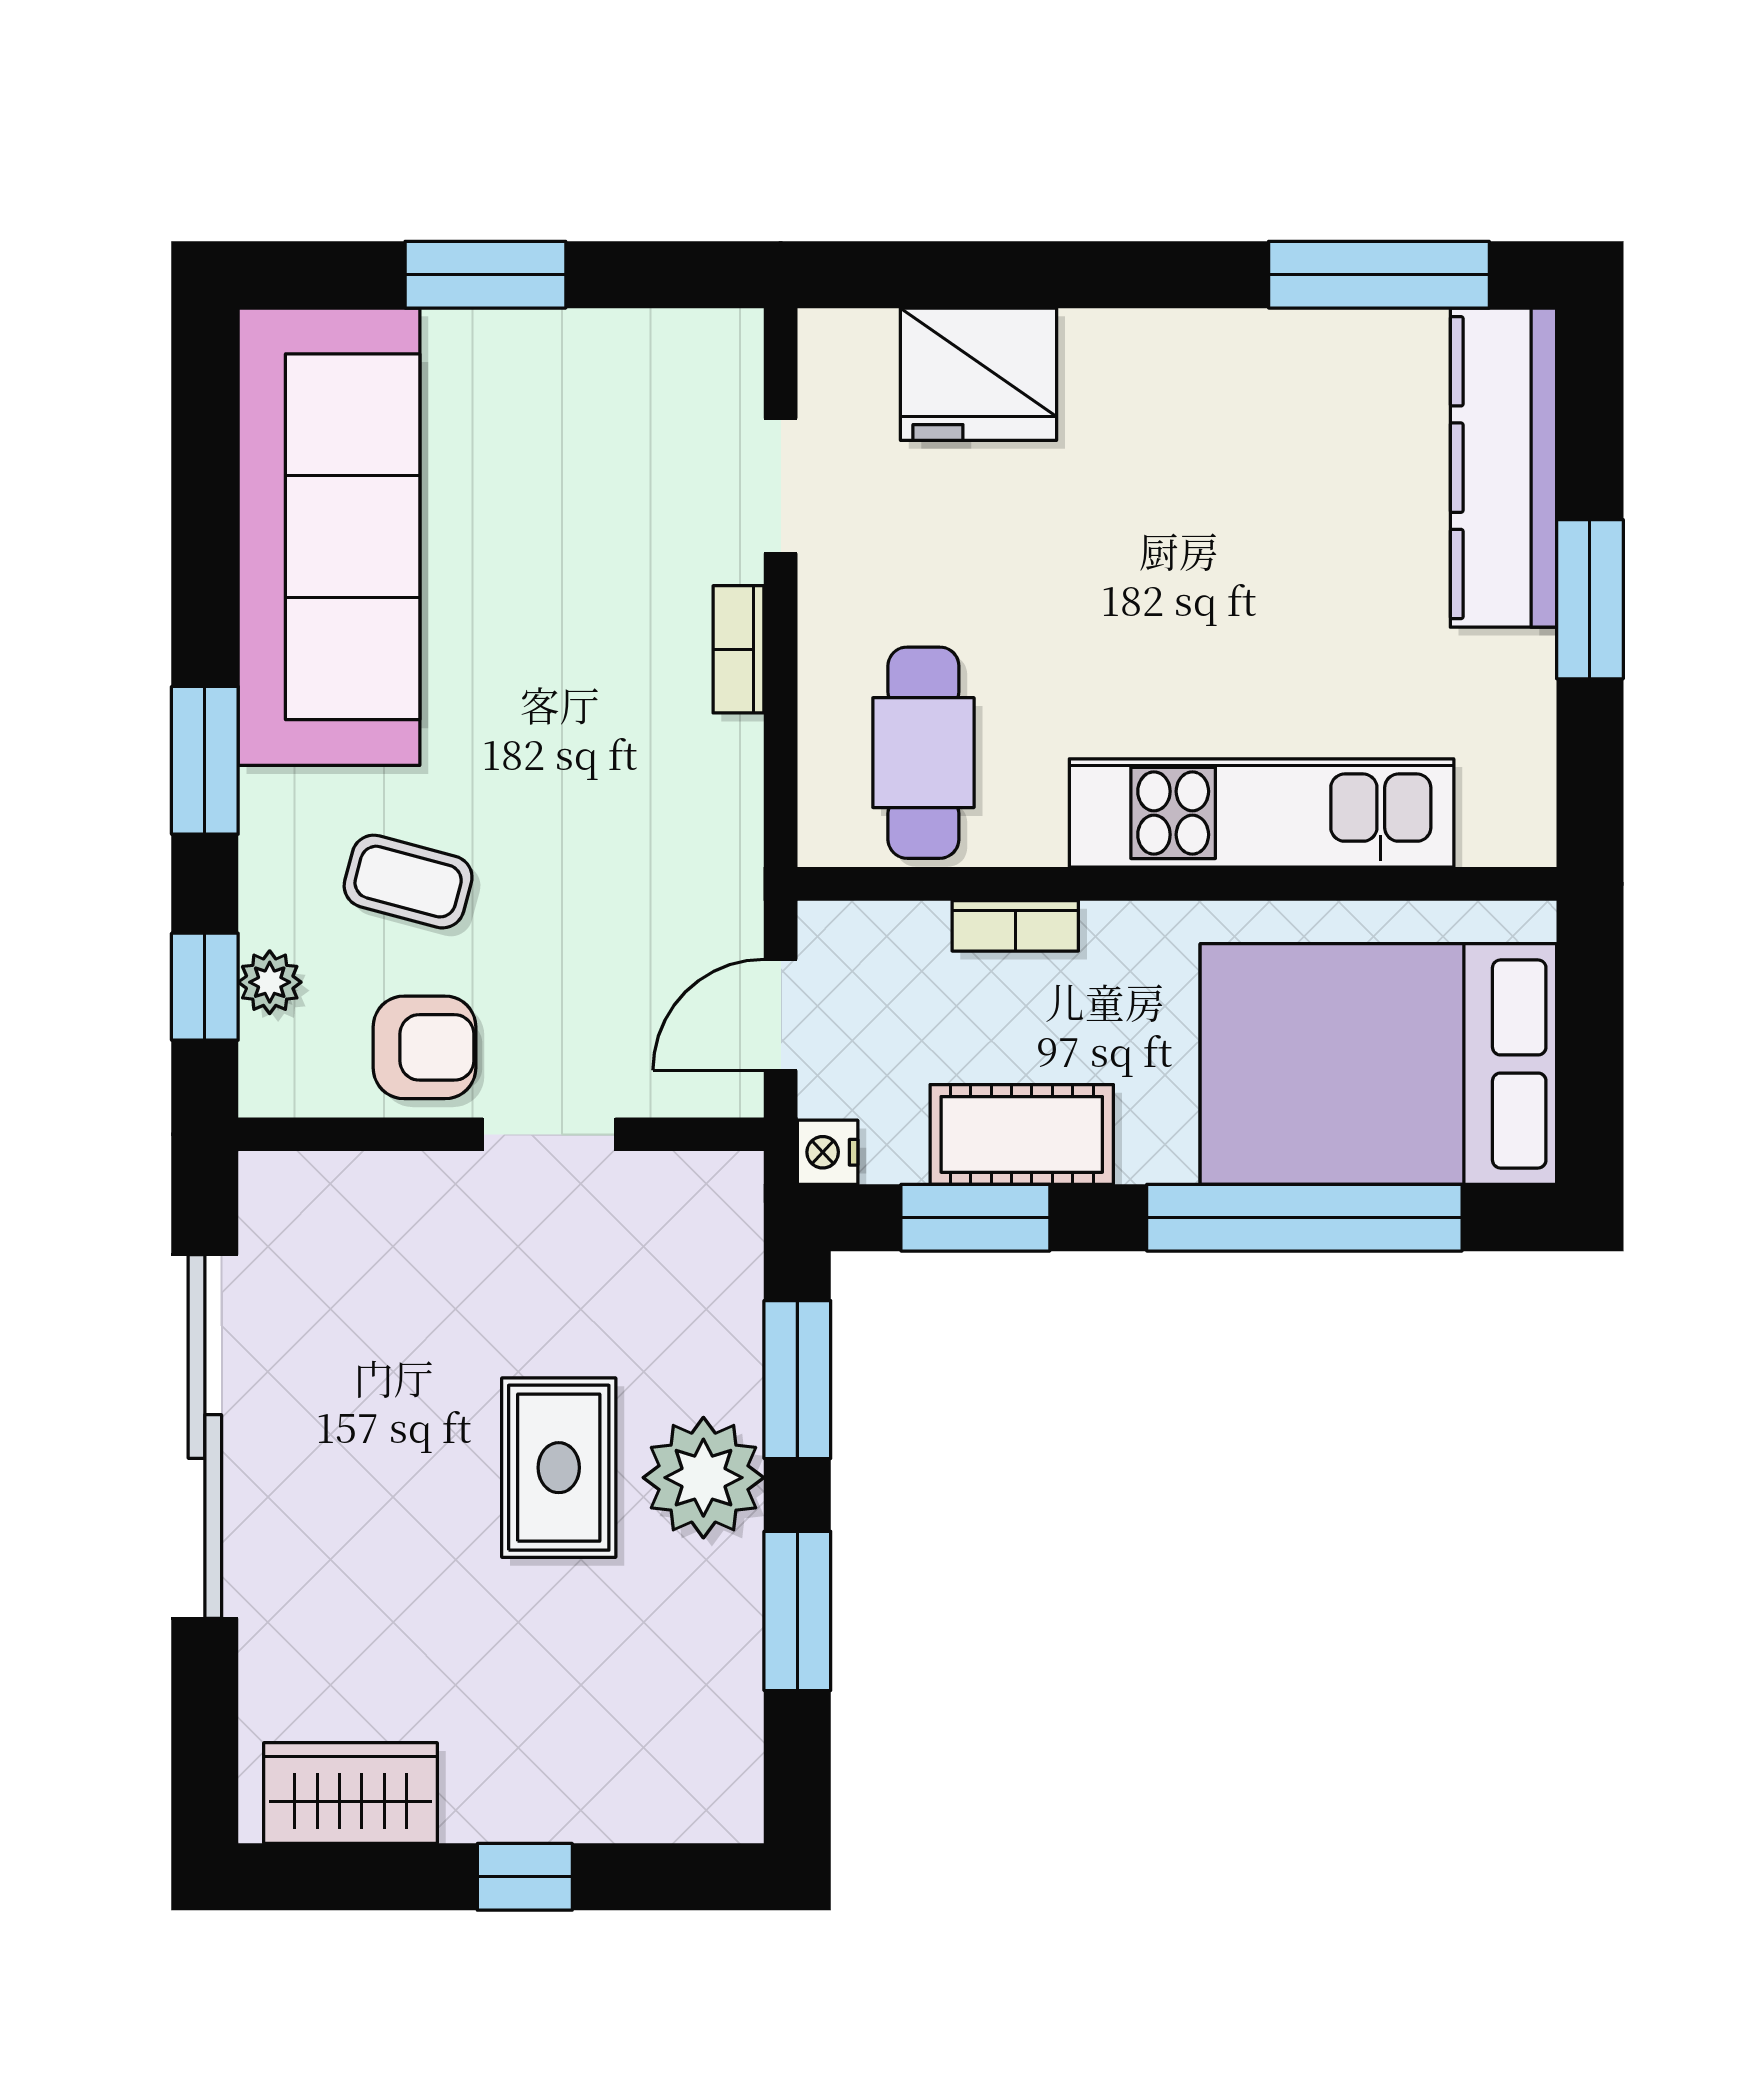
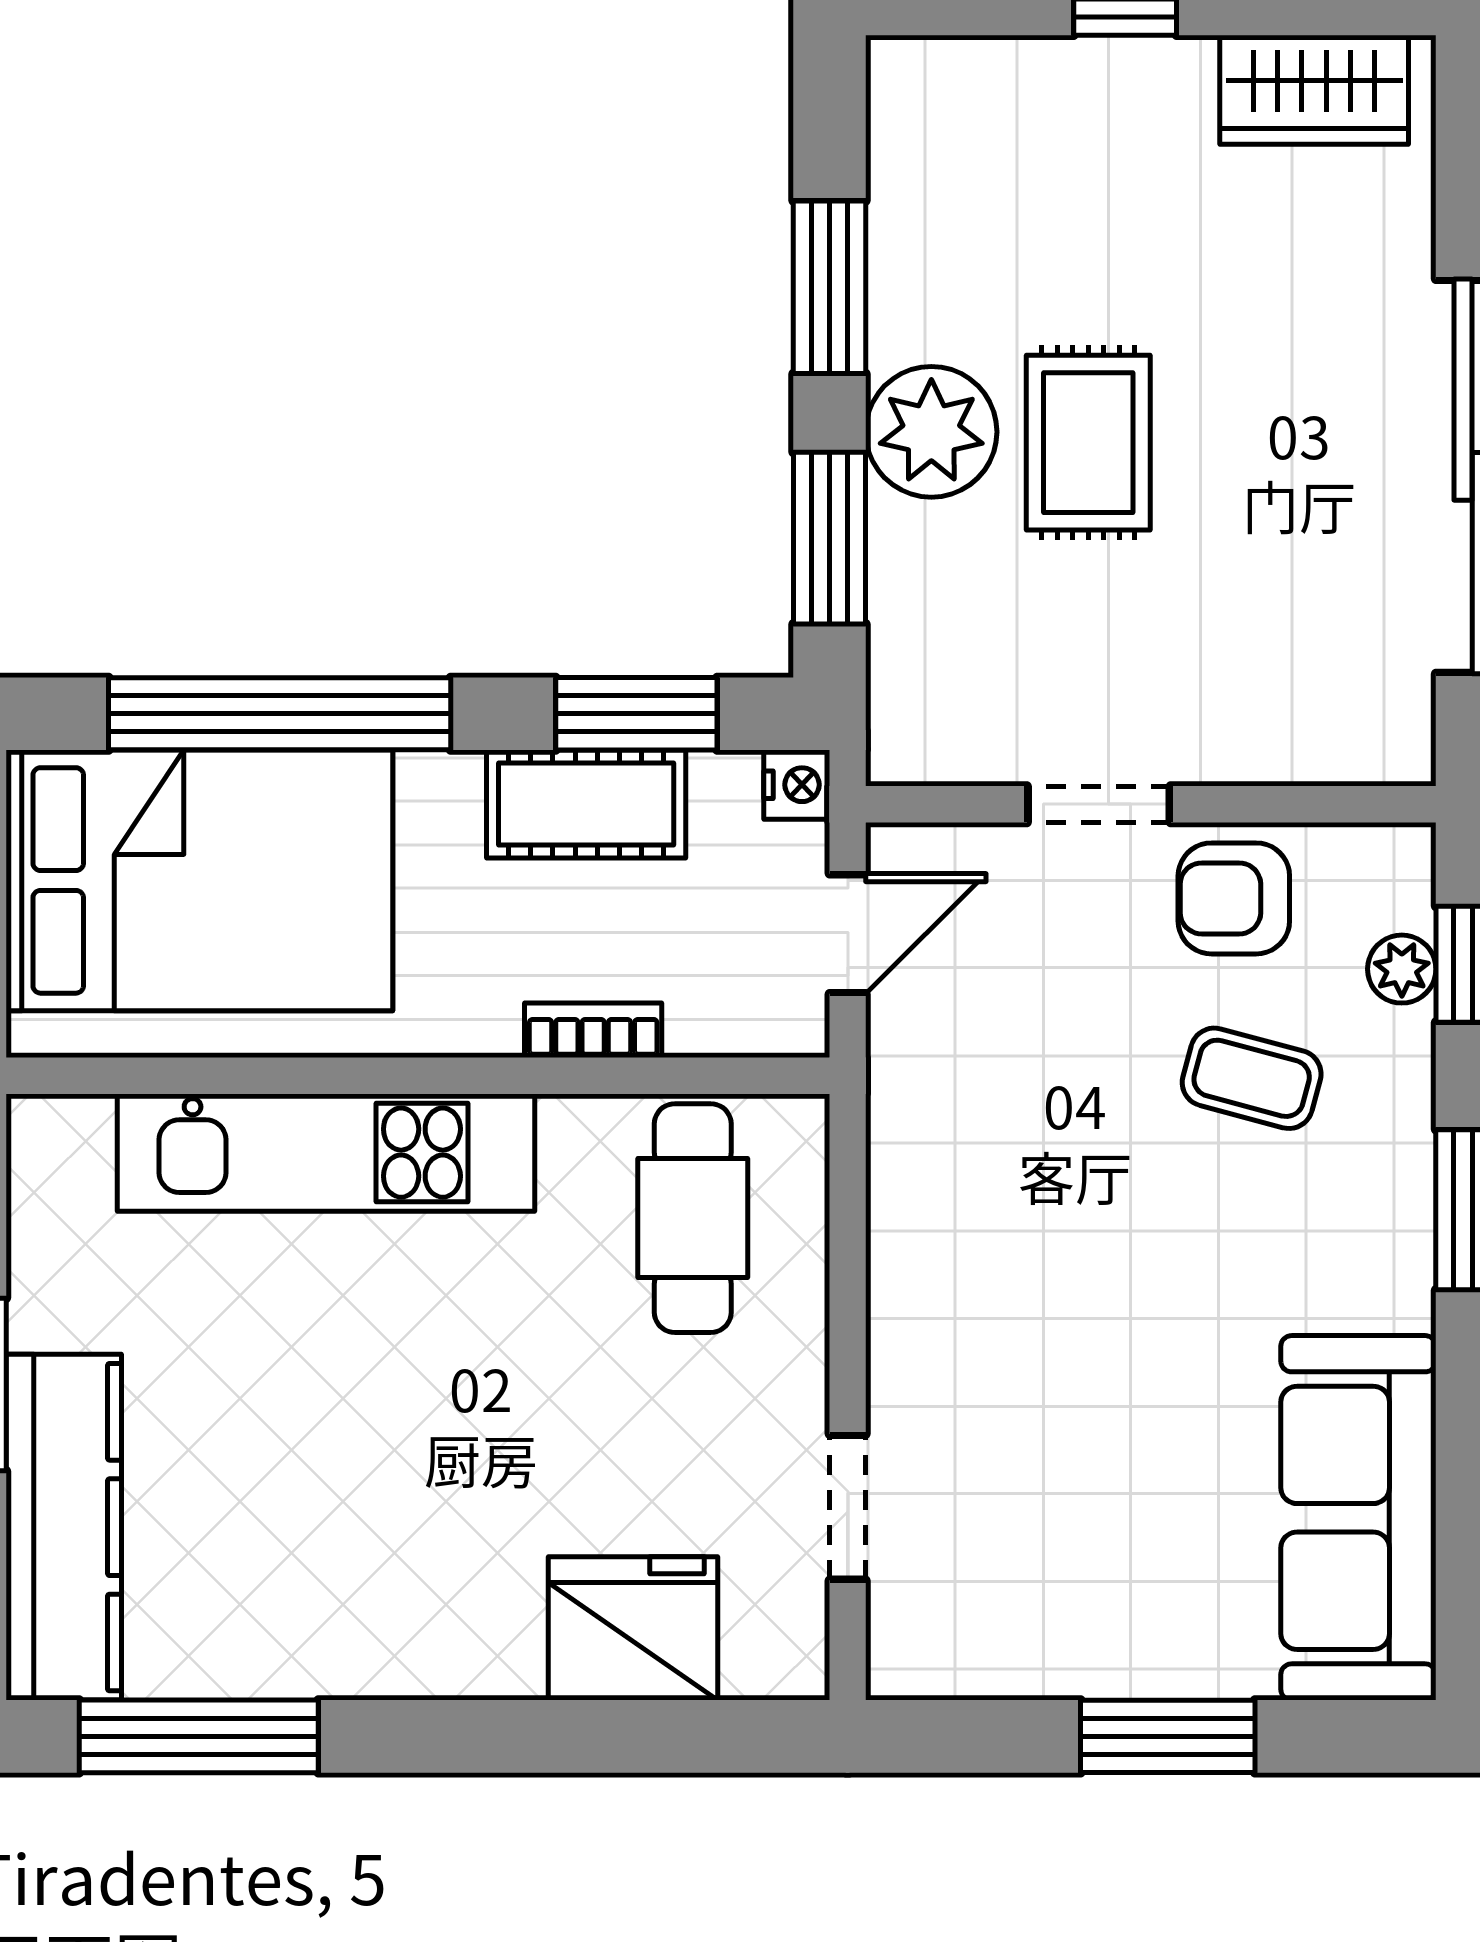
sofa: (329, 537) -> (1358, 1518), width x0.74, depth x0.79
bookcase: (738, 649) -> (893, 1330), removed

